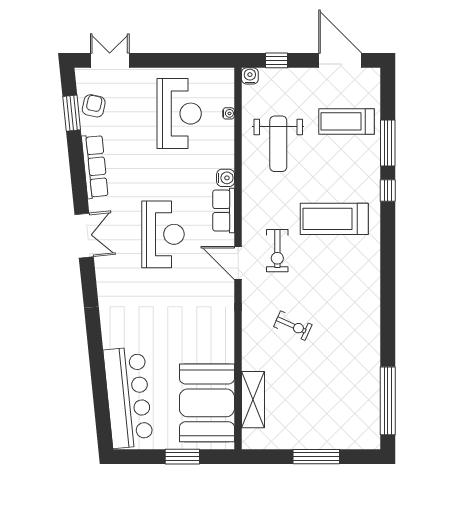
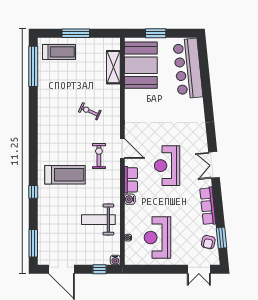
treadmill: (347, 121) -> (59, 52), moved
window: (388, 143) -> (33, 243), moved
weight bench: (278, 144) -> (98, 220), turned -90

